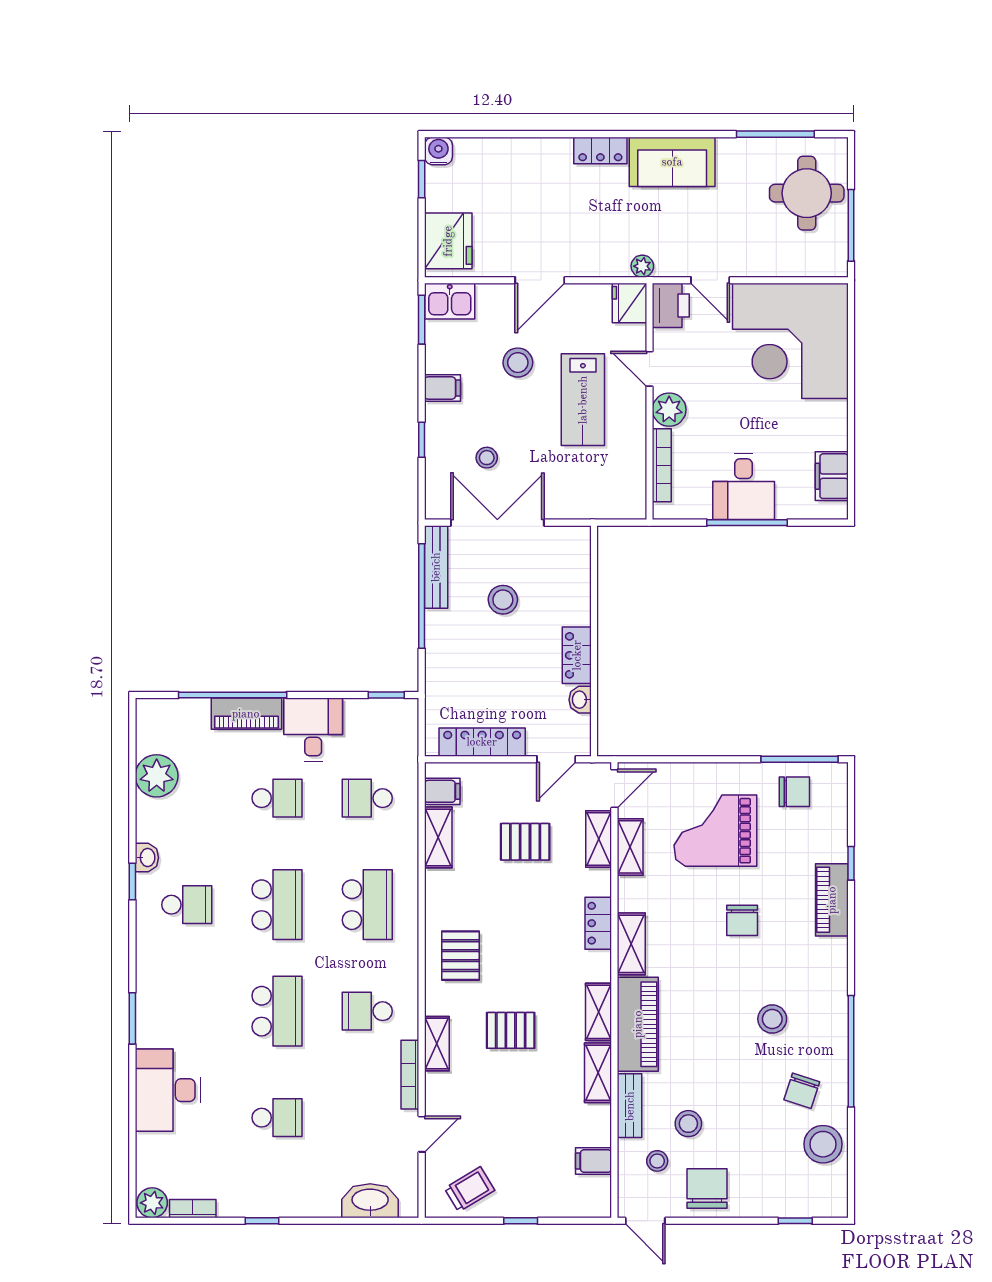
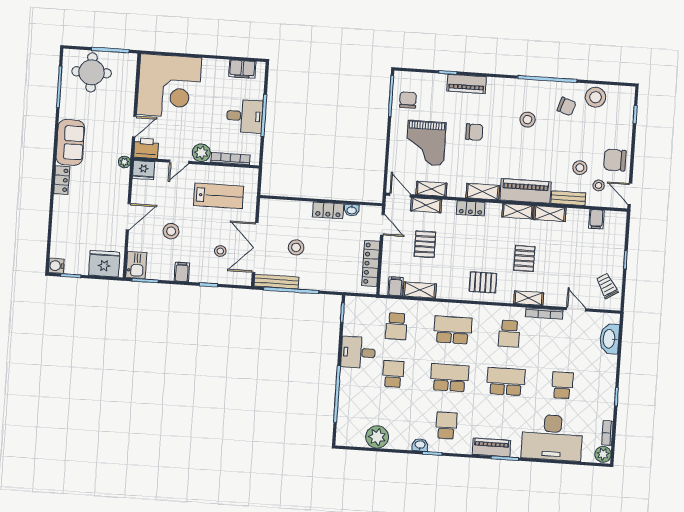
door: (540, 280) -> (128, 217), hinge flipped
lab bench: (583, 400) -> (219, 196), moved
piano: (246, 714) -> (491, 447), moved, turned -90
desk: (168, 1090) -> (552, 437), width x1.36, depth x1.30
door: (645, 1221) -> (630, 194), swing flipped

